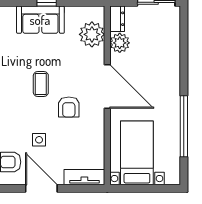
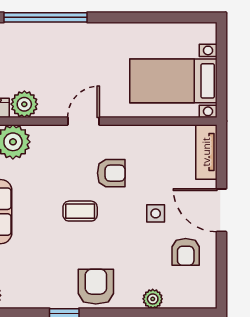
door: (107, 86) -> (83, 121), width x0.53
window: (184, 126) -> (46, 17), moved
door: (41, 188) -> (221, 210), hinge flipped

